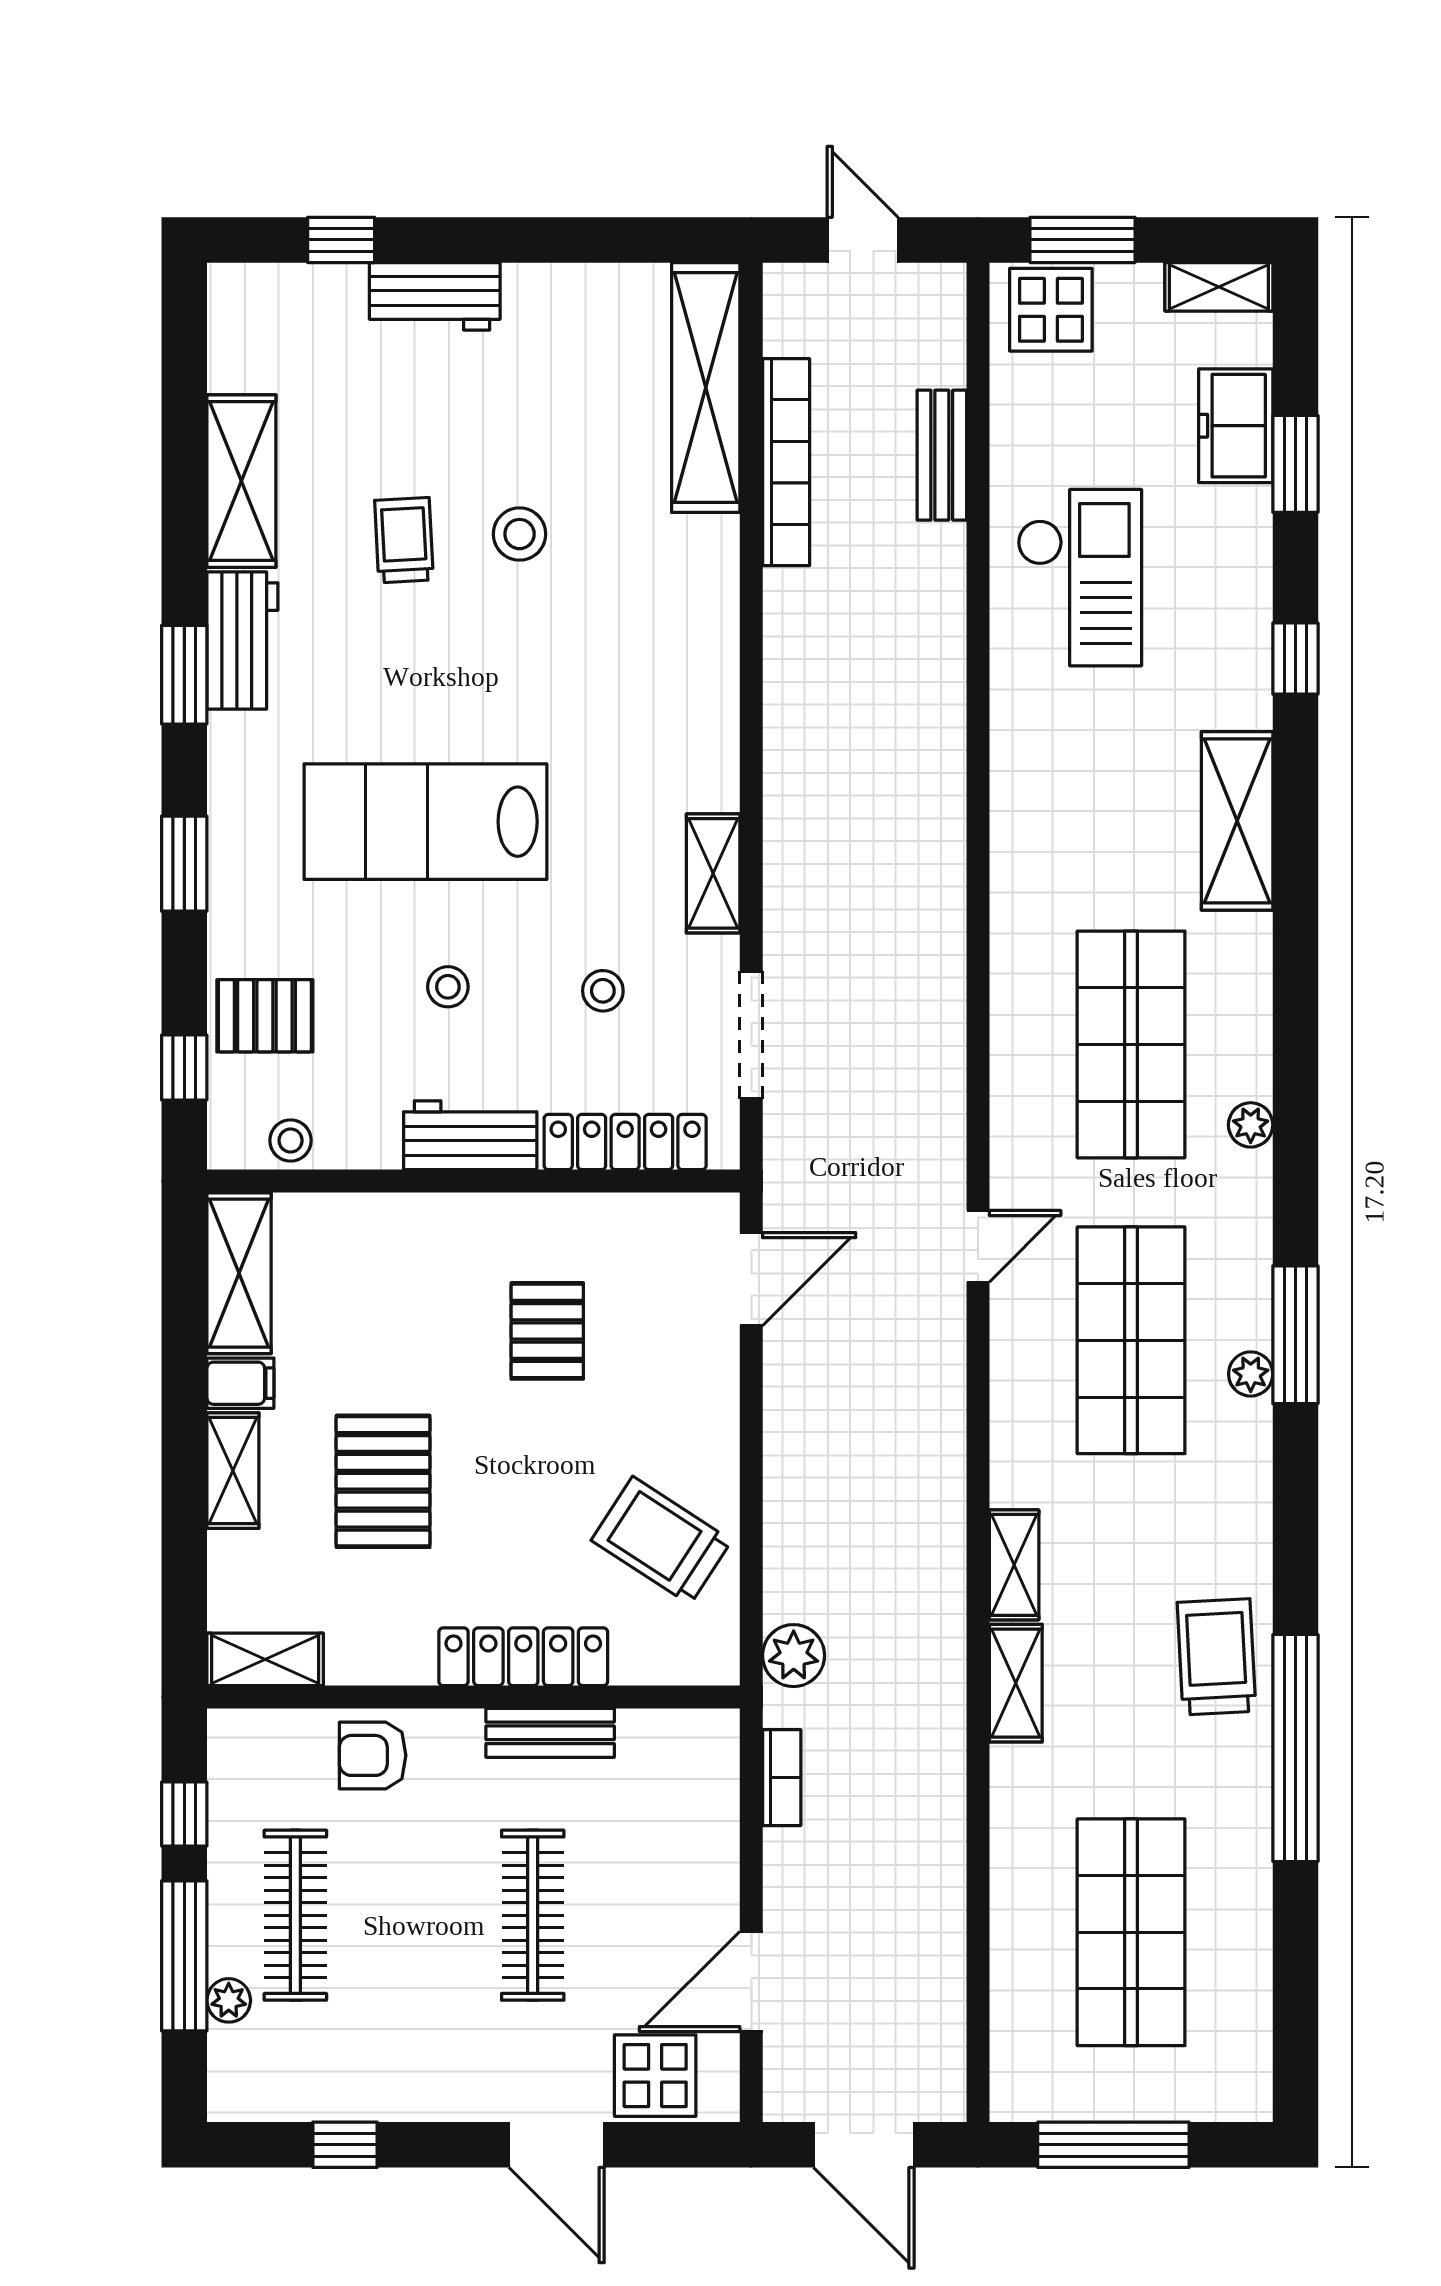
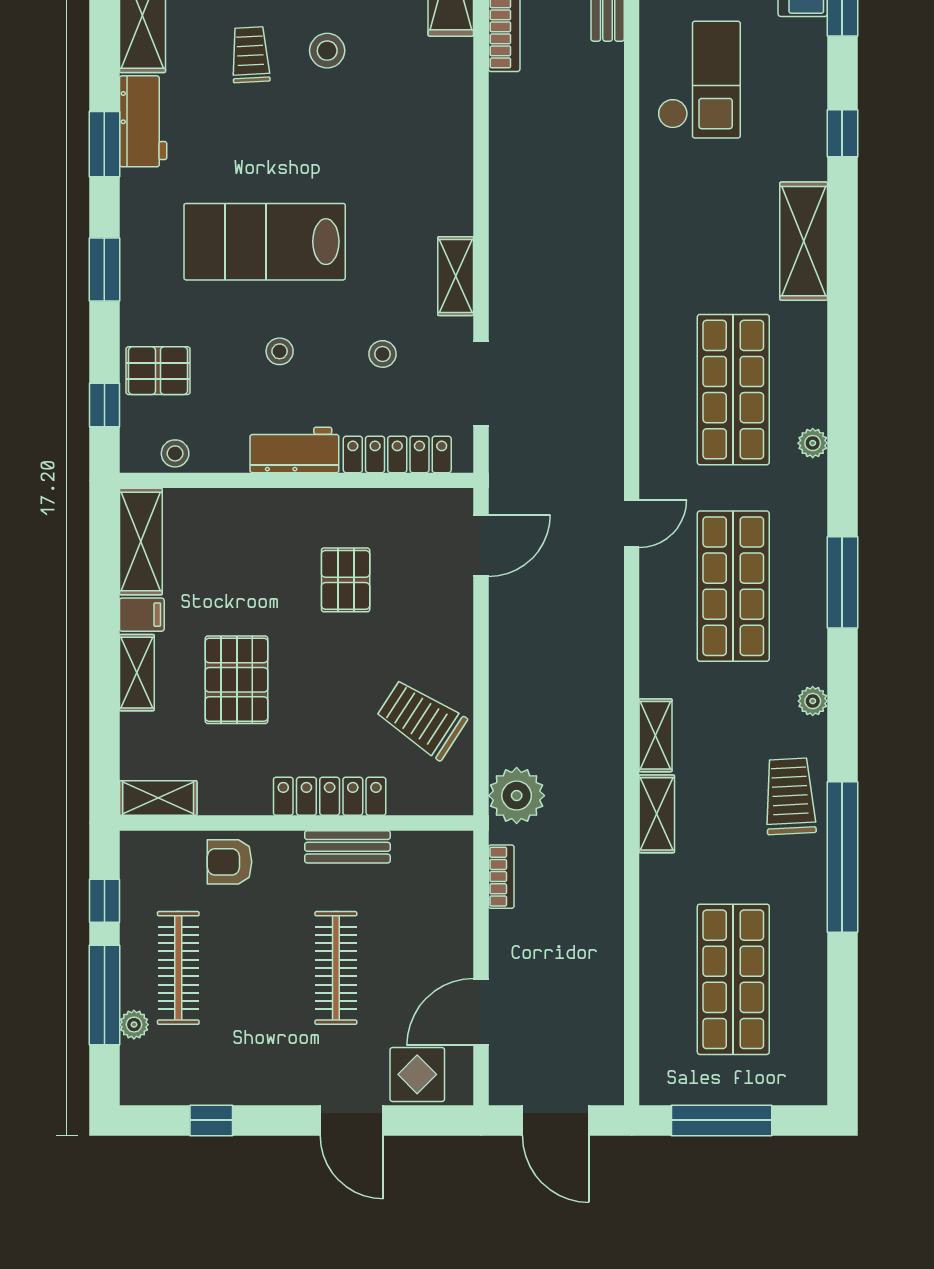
plant: (1251, 1374) -> (813, 701), moved
plant: (794, 1656) -> (517, 796), width x1.36, depth x1.36

